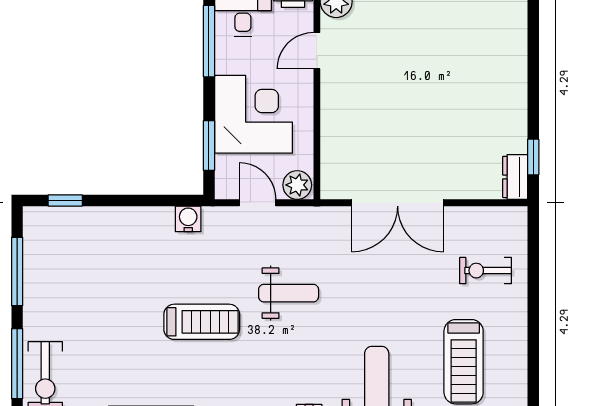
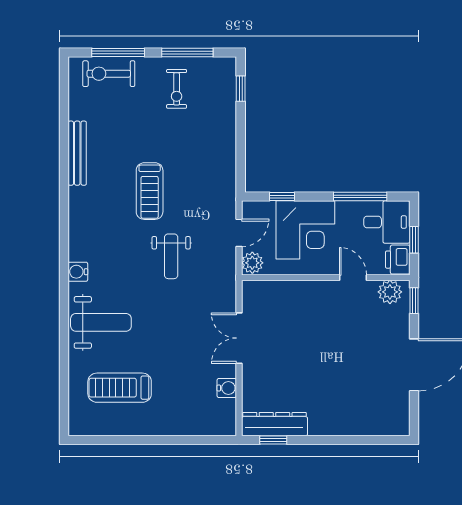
window: (209, 145) -> (282, 197), width x0.67
dresser: (515, 177) -> (274, 424), width x1.96, depth x1.24
double door: (398, 203) -> (239, 338), width x0.73
water cooler: (188, 219) -> (227, 388), moved
exercise bike: (486, 271) -> (177, 89), moved, turned 180

